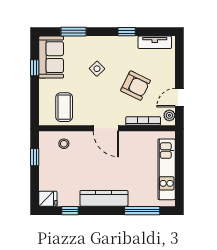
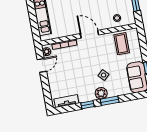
window: (73, 32) -> (110, 101), moved
plant: (105, 44) -> (101, 93), added
armchair: (136, 86) -> (74, 68), removed

